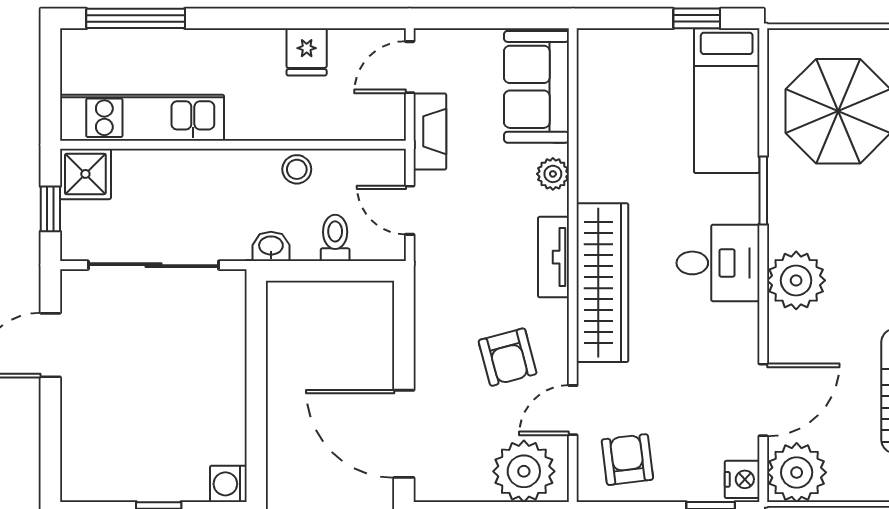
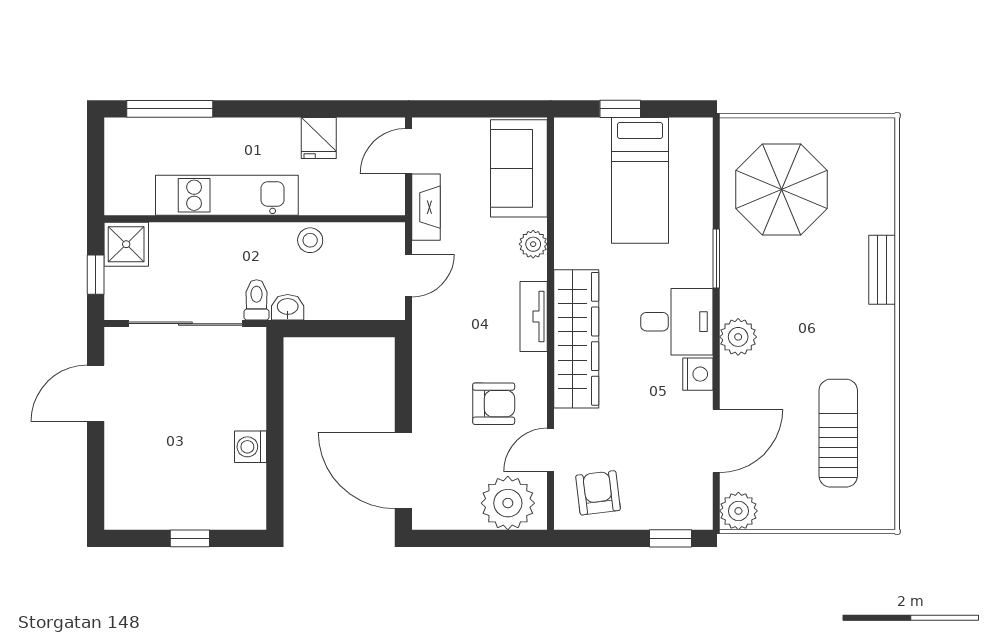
window: (697, 18) -> (620, 109), moved
bed: (727, 101) -> (640, 180), moved
kitchen unit: (142, 118) -> (227, 195), moved
door: (410, 210) -> (408, 276), swing flipped
toilet: (335, 238) -> (257, 300), moved
plant: (796, 280) -> (738, 337), width x0.73, depth x0.73
armchair: (508, 357) -> (494, 404), turned -75
plant: (797, 472) -> (738, 511), width x0.73, depth x0.73
nightstand: (742, 479) -> (698, 374), moved
washing machine: (228, 484) -> (251, 447), moved

